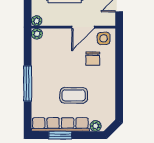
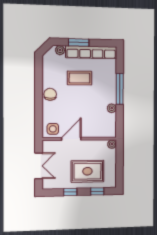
plant: (37, 34) -> (112, 108), moved
chair: (93, 59) -> (50, 94), moved
window: (60, 135) -> (79, 42), moved

